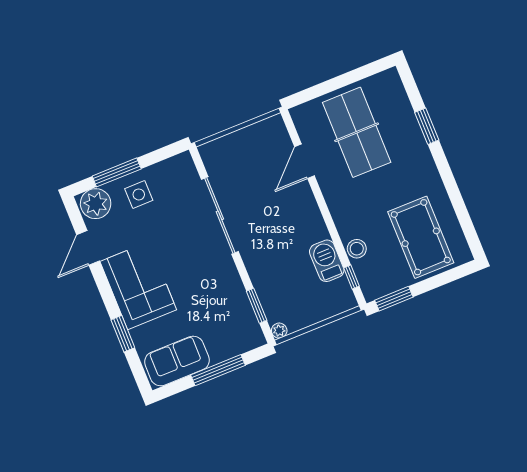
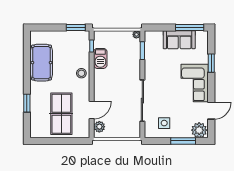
plant: (278, 137) -> (99, 127), added
side table: (139, 194) -> (164, 123), moved
pool table: (421, 237) -> (42, 63), moved
stool: (357, 249) -> (81, 73), moved
sofa: (177, 361) -> (179, 40), moved
window: (218, 370) -> (190, 28), moved

